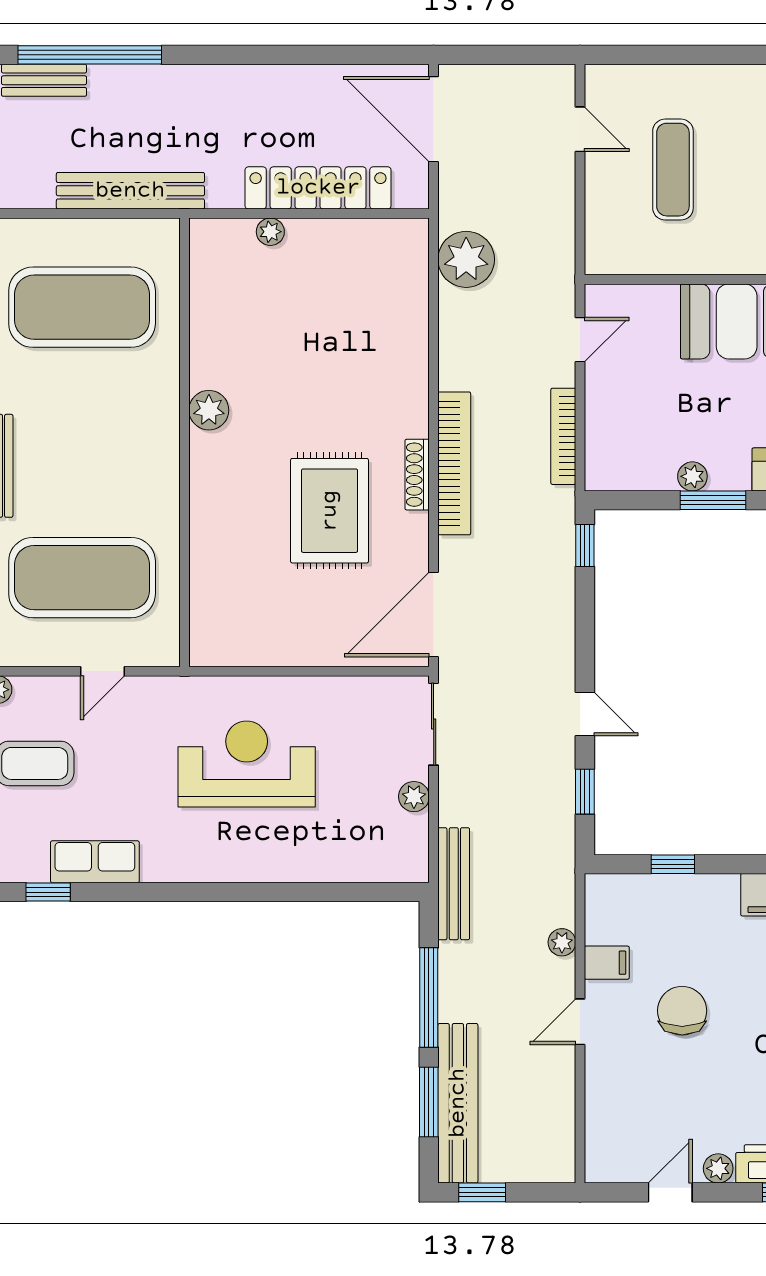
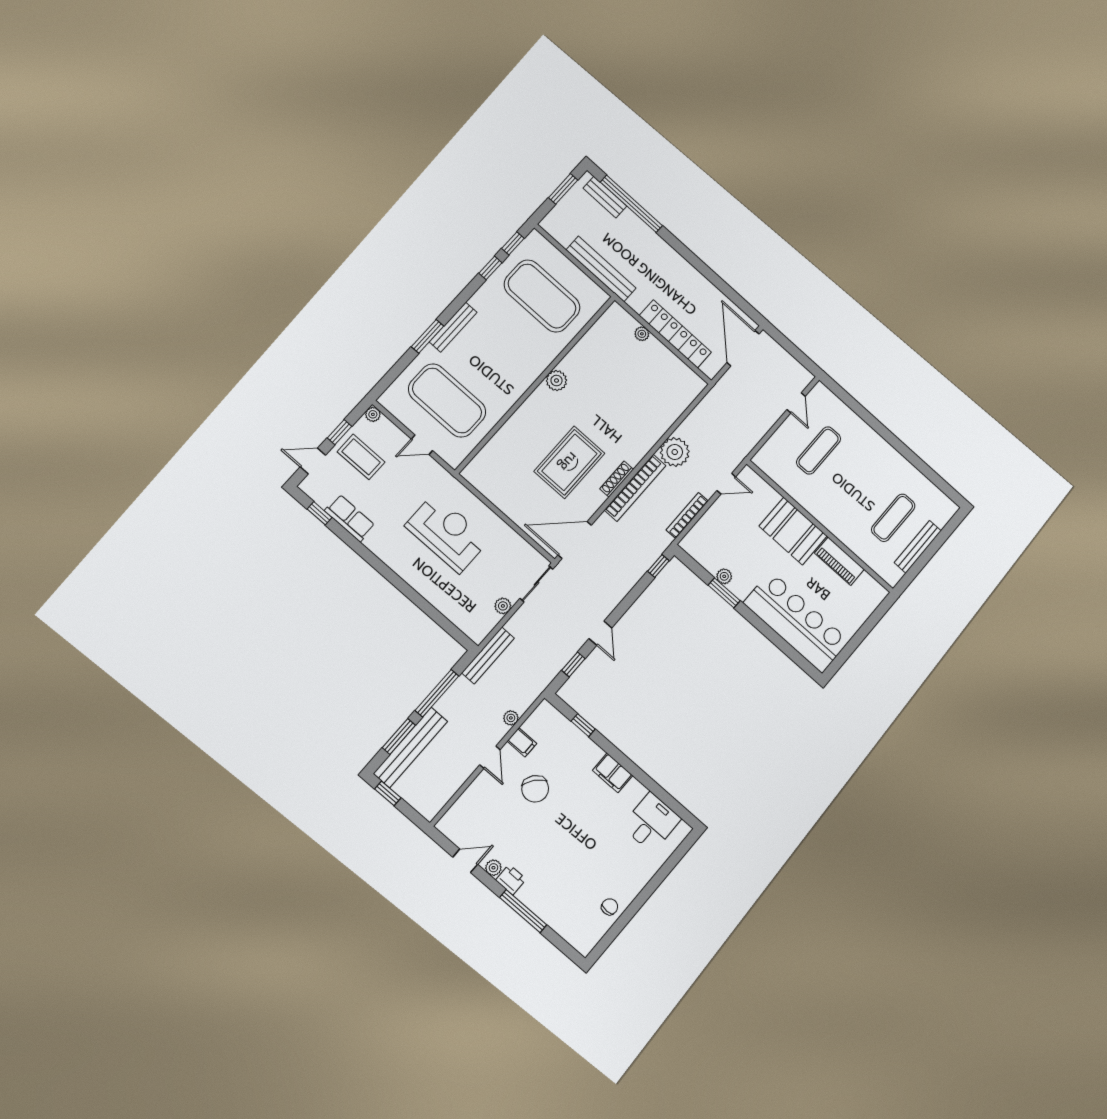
plant: (466, 259) -> (675, 452), moved
chair: (682, 1011) -> (535, 789), turned 129
door: (580, 1022) -> (490, 757), swing flipped

